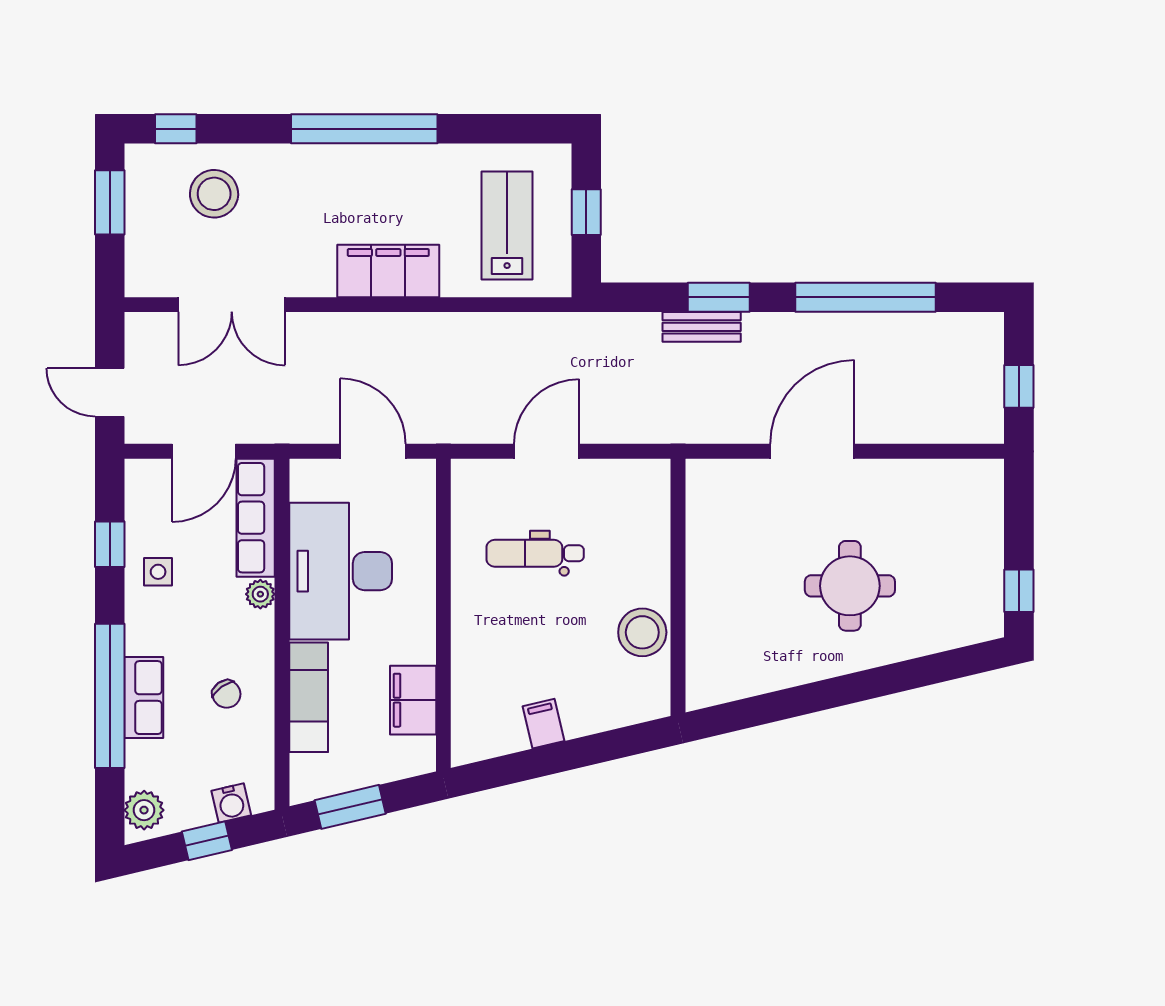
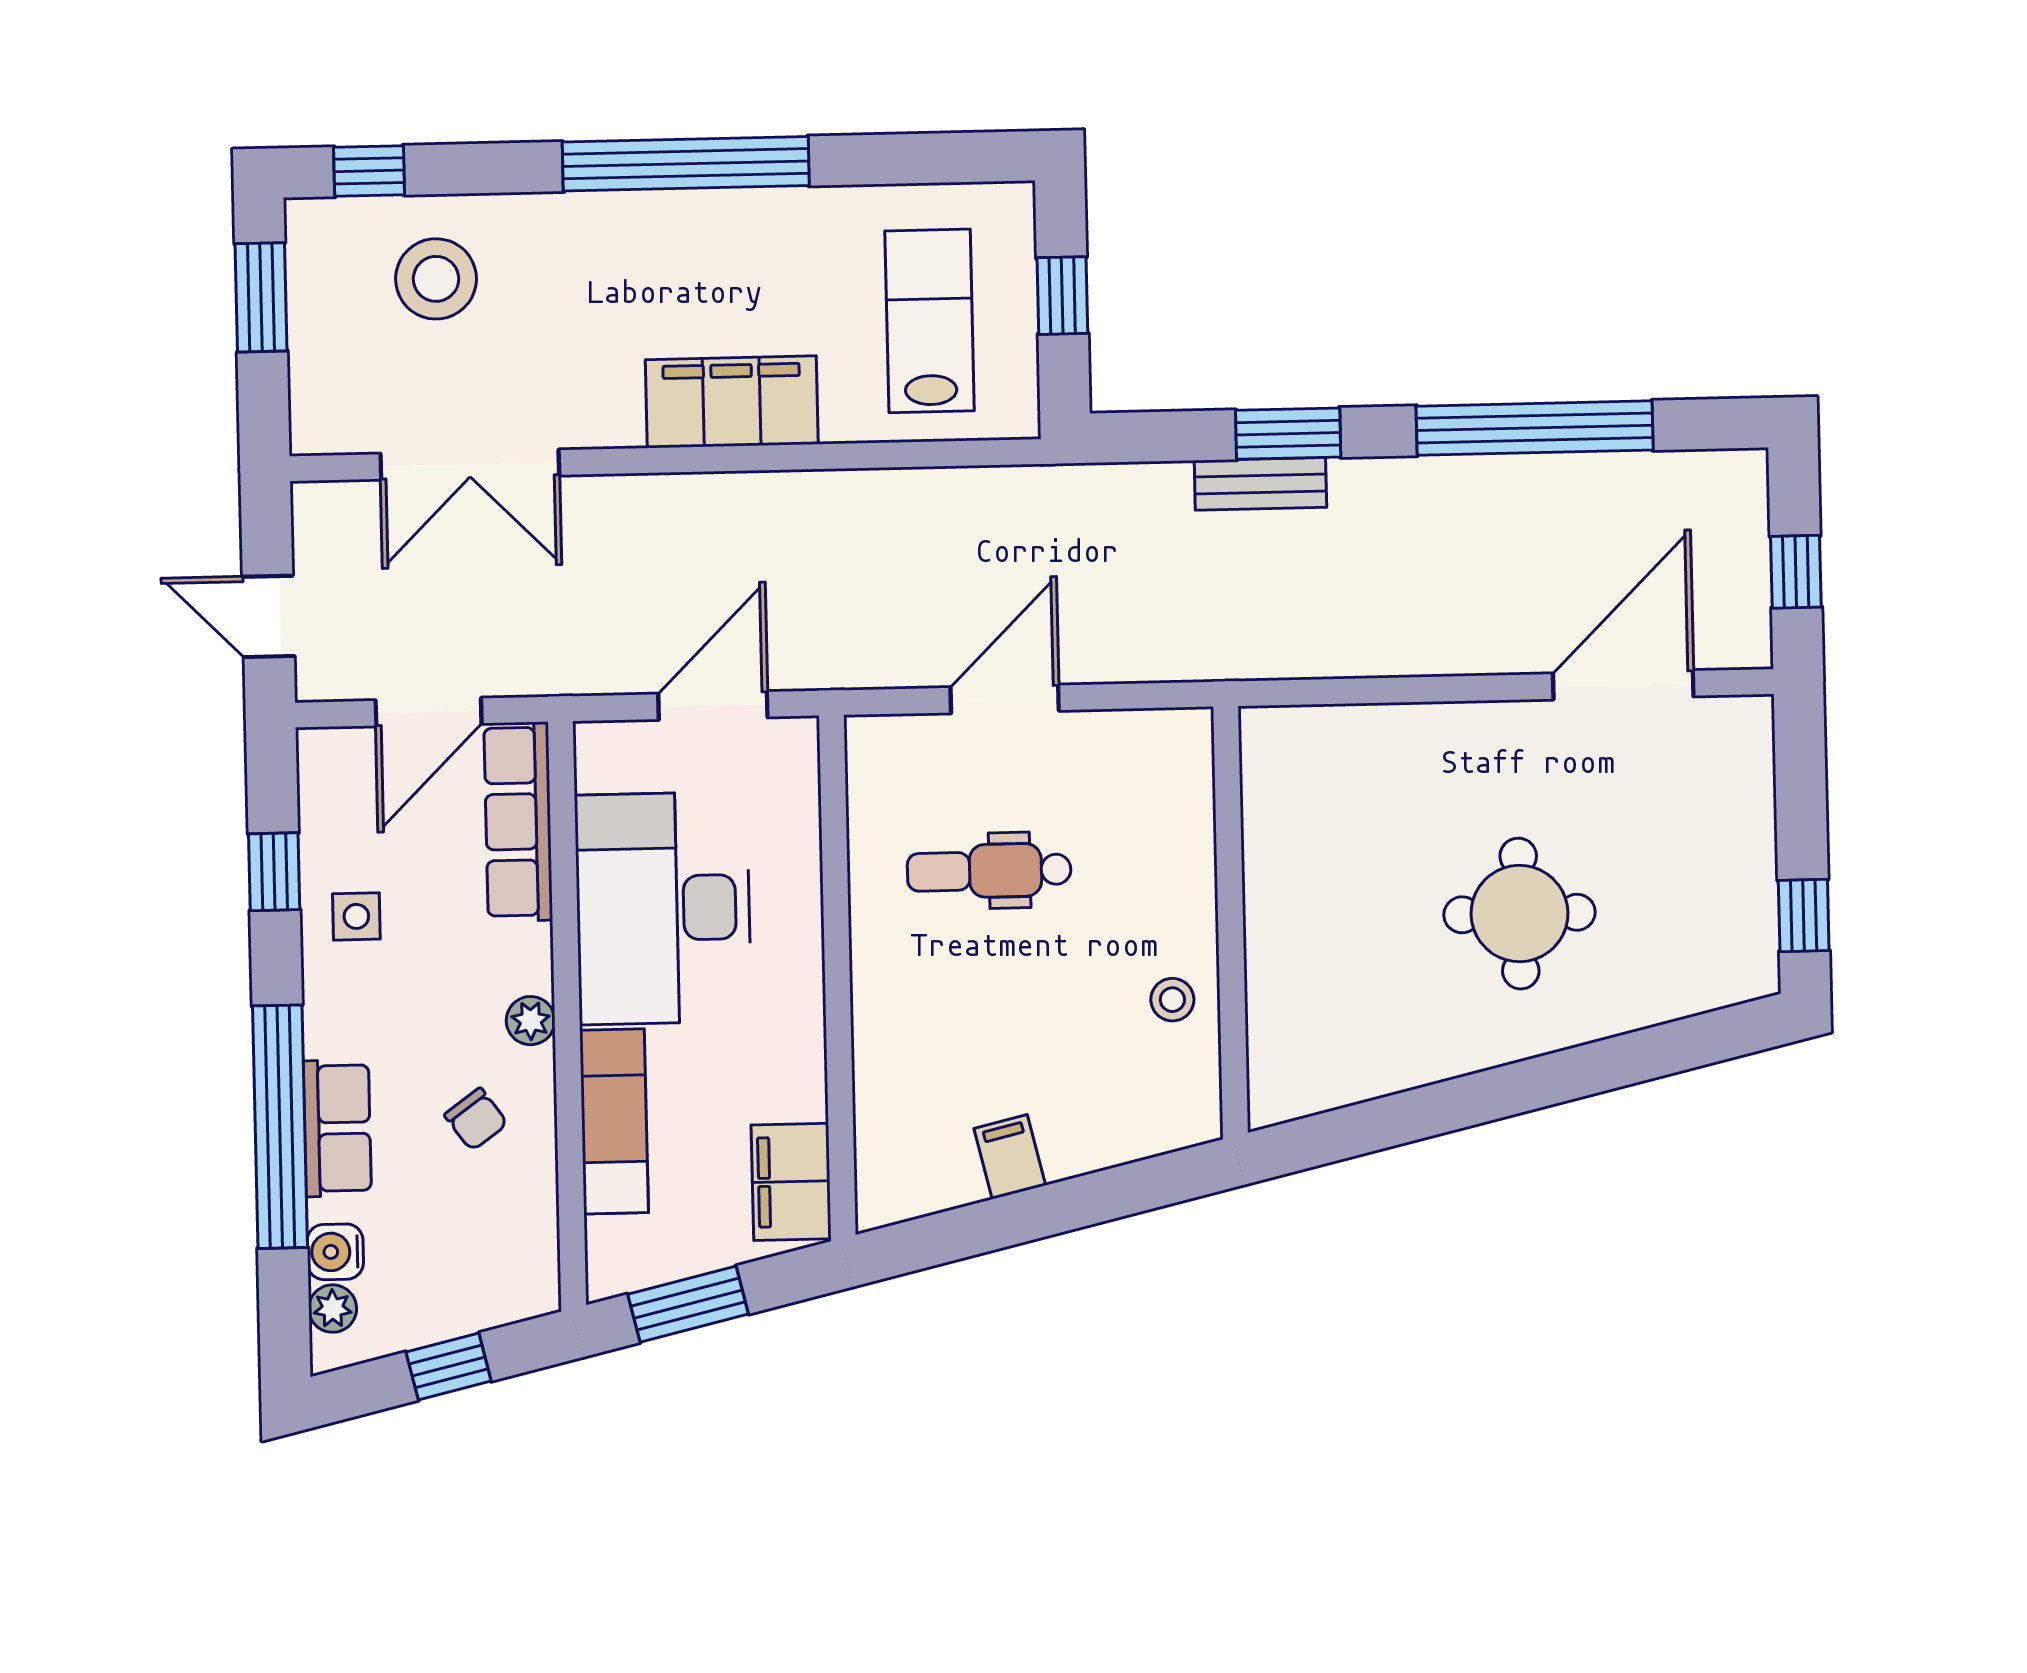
door: (373, 451) -> (713, 706), hinge flipped
door: (812, 451) -> (1623, 685), moved
plant: (260, 594) -> (531, 1021), moved
stool: (642, 632) -> (1172, 1000), width x0.53, depth x0.53
filing cabinet: (413, 700) -> (791, 1182), moved
water cooler: (231, 803) -> (335, 1252), moved, turned 103
plant: (144, 810) -> (333, 1309), width x0.73, depth x0.73

